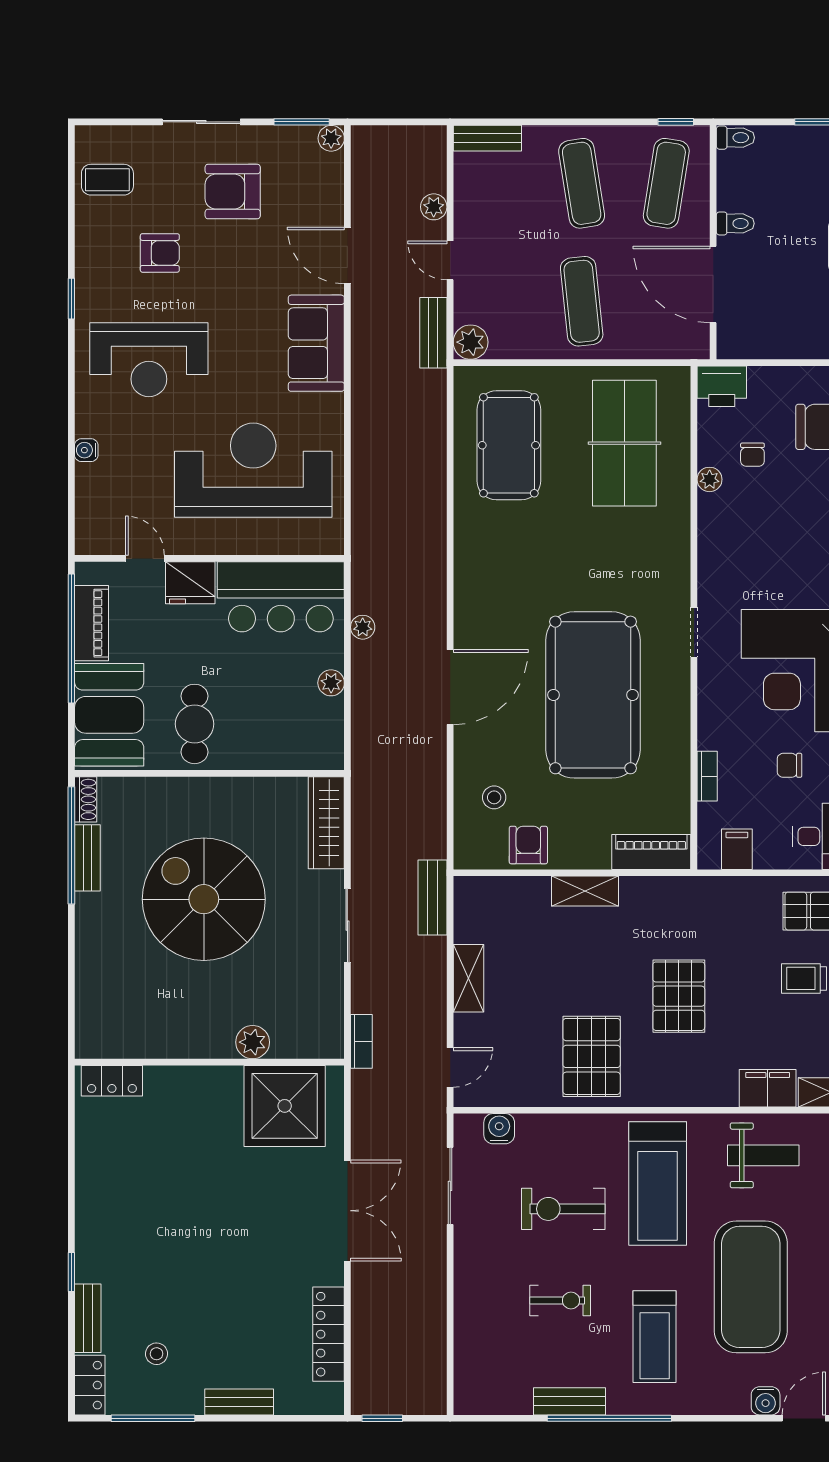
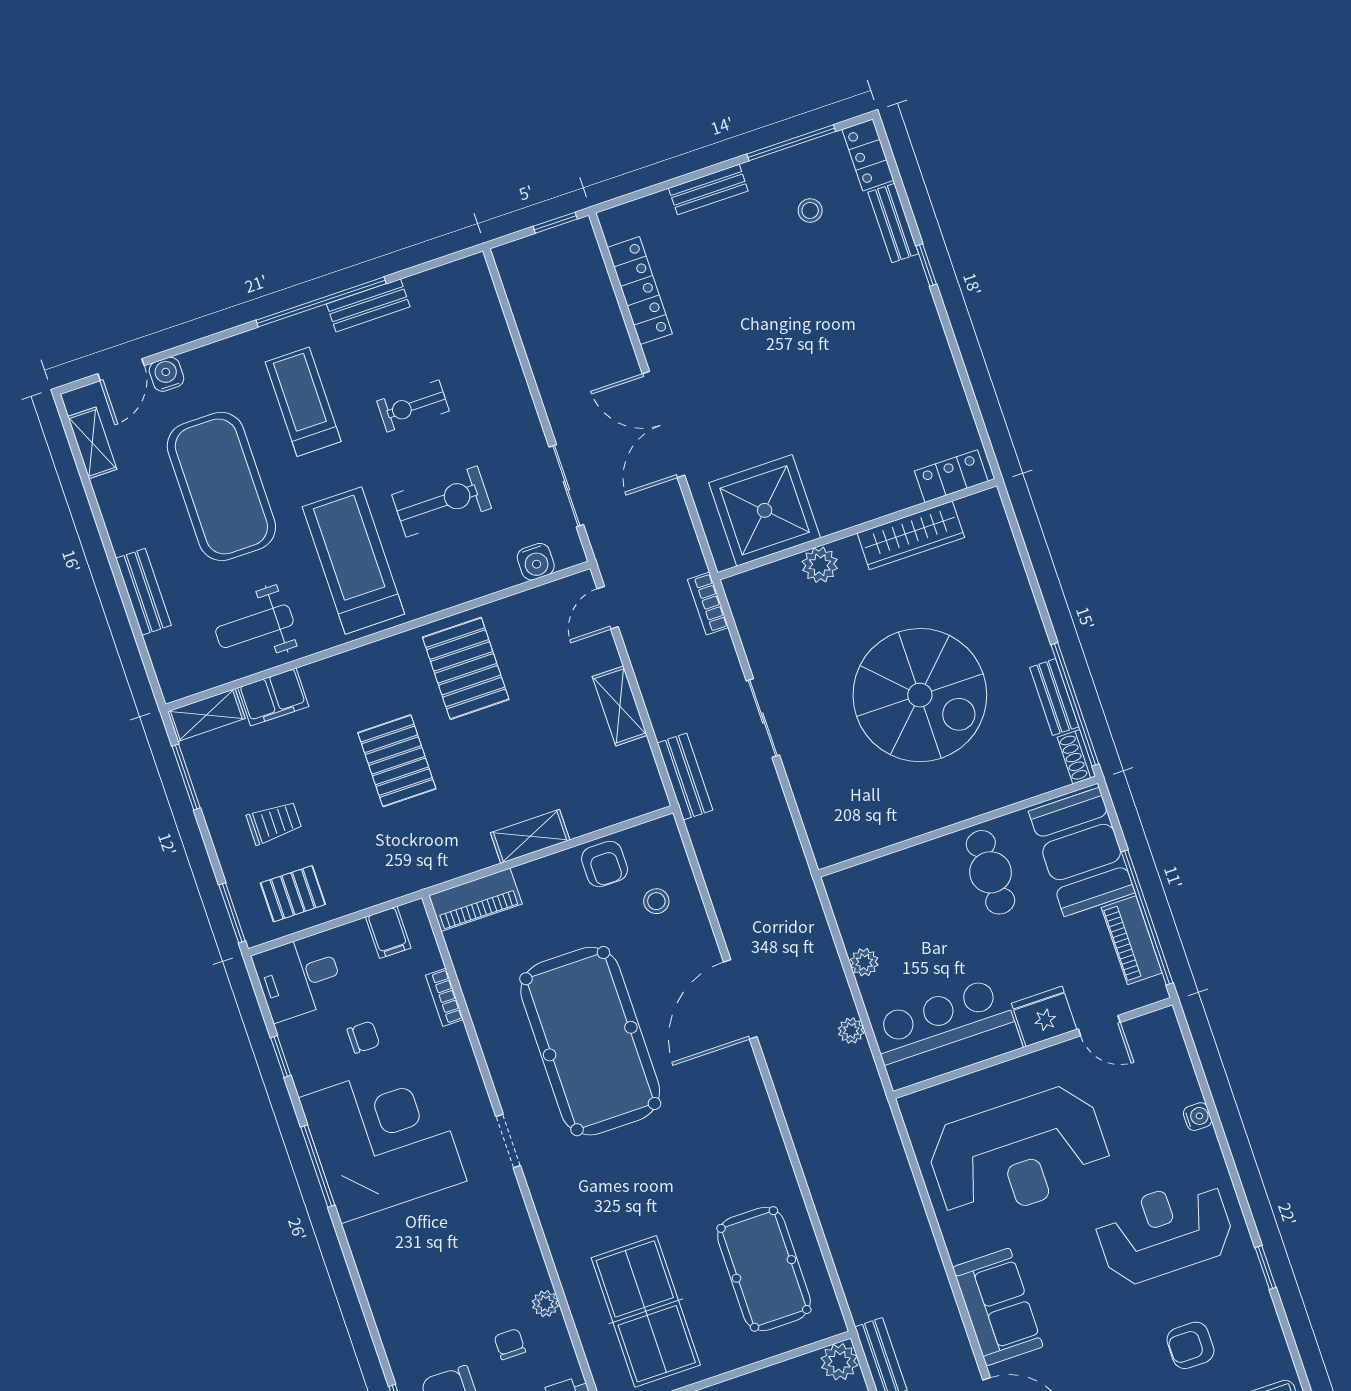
wardrobe: (326, 823) -> (911, 535), moved, turned 90

